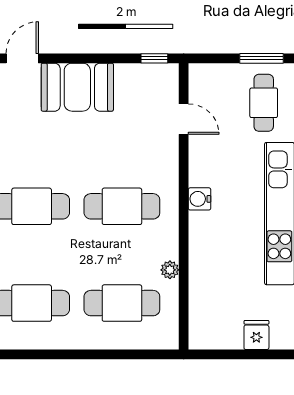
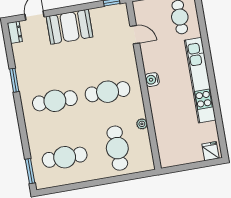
cafe table: (122, 303) -> (117, 148), turned 90
fridge: (256, 335) -> (211, 151), moved

